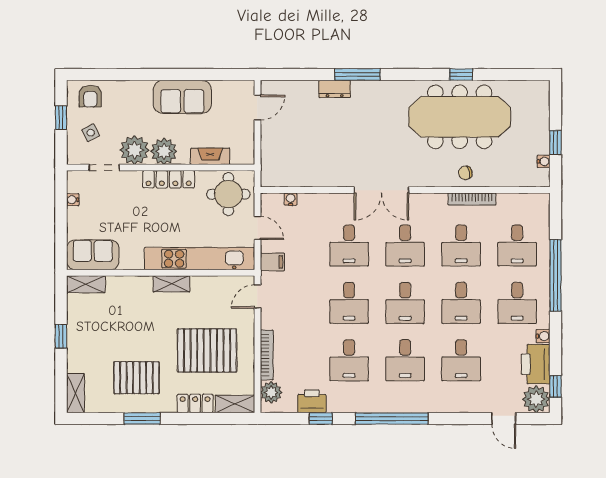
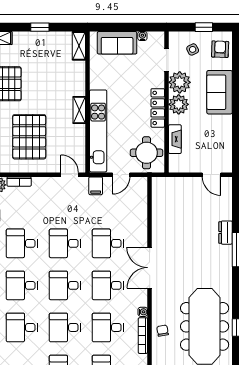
armchair: (90, 96) -> (220, 49), turned 92
sofa: (182, 97) -> (220, 92), moved
water cooler: (291, 199) -> (143, 312), moved
sofa: (93, 255) -> (117, 43), moved, turned 90
bookcase: (267, 355) -> (19, 182), width x0.64

